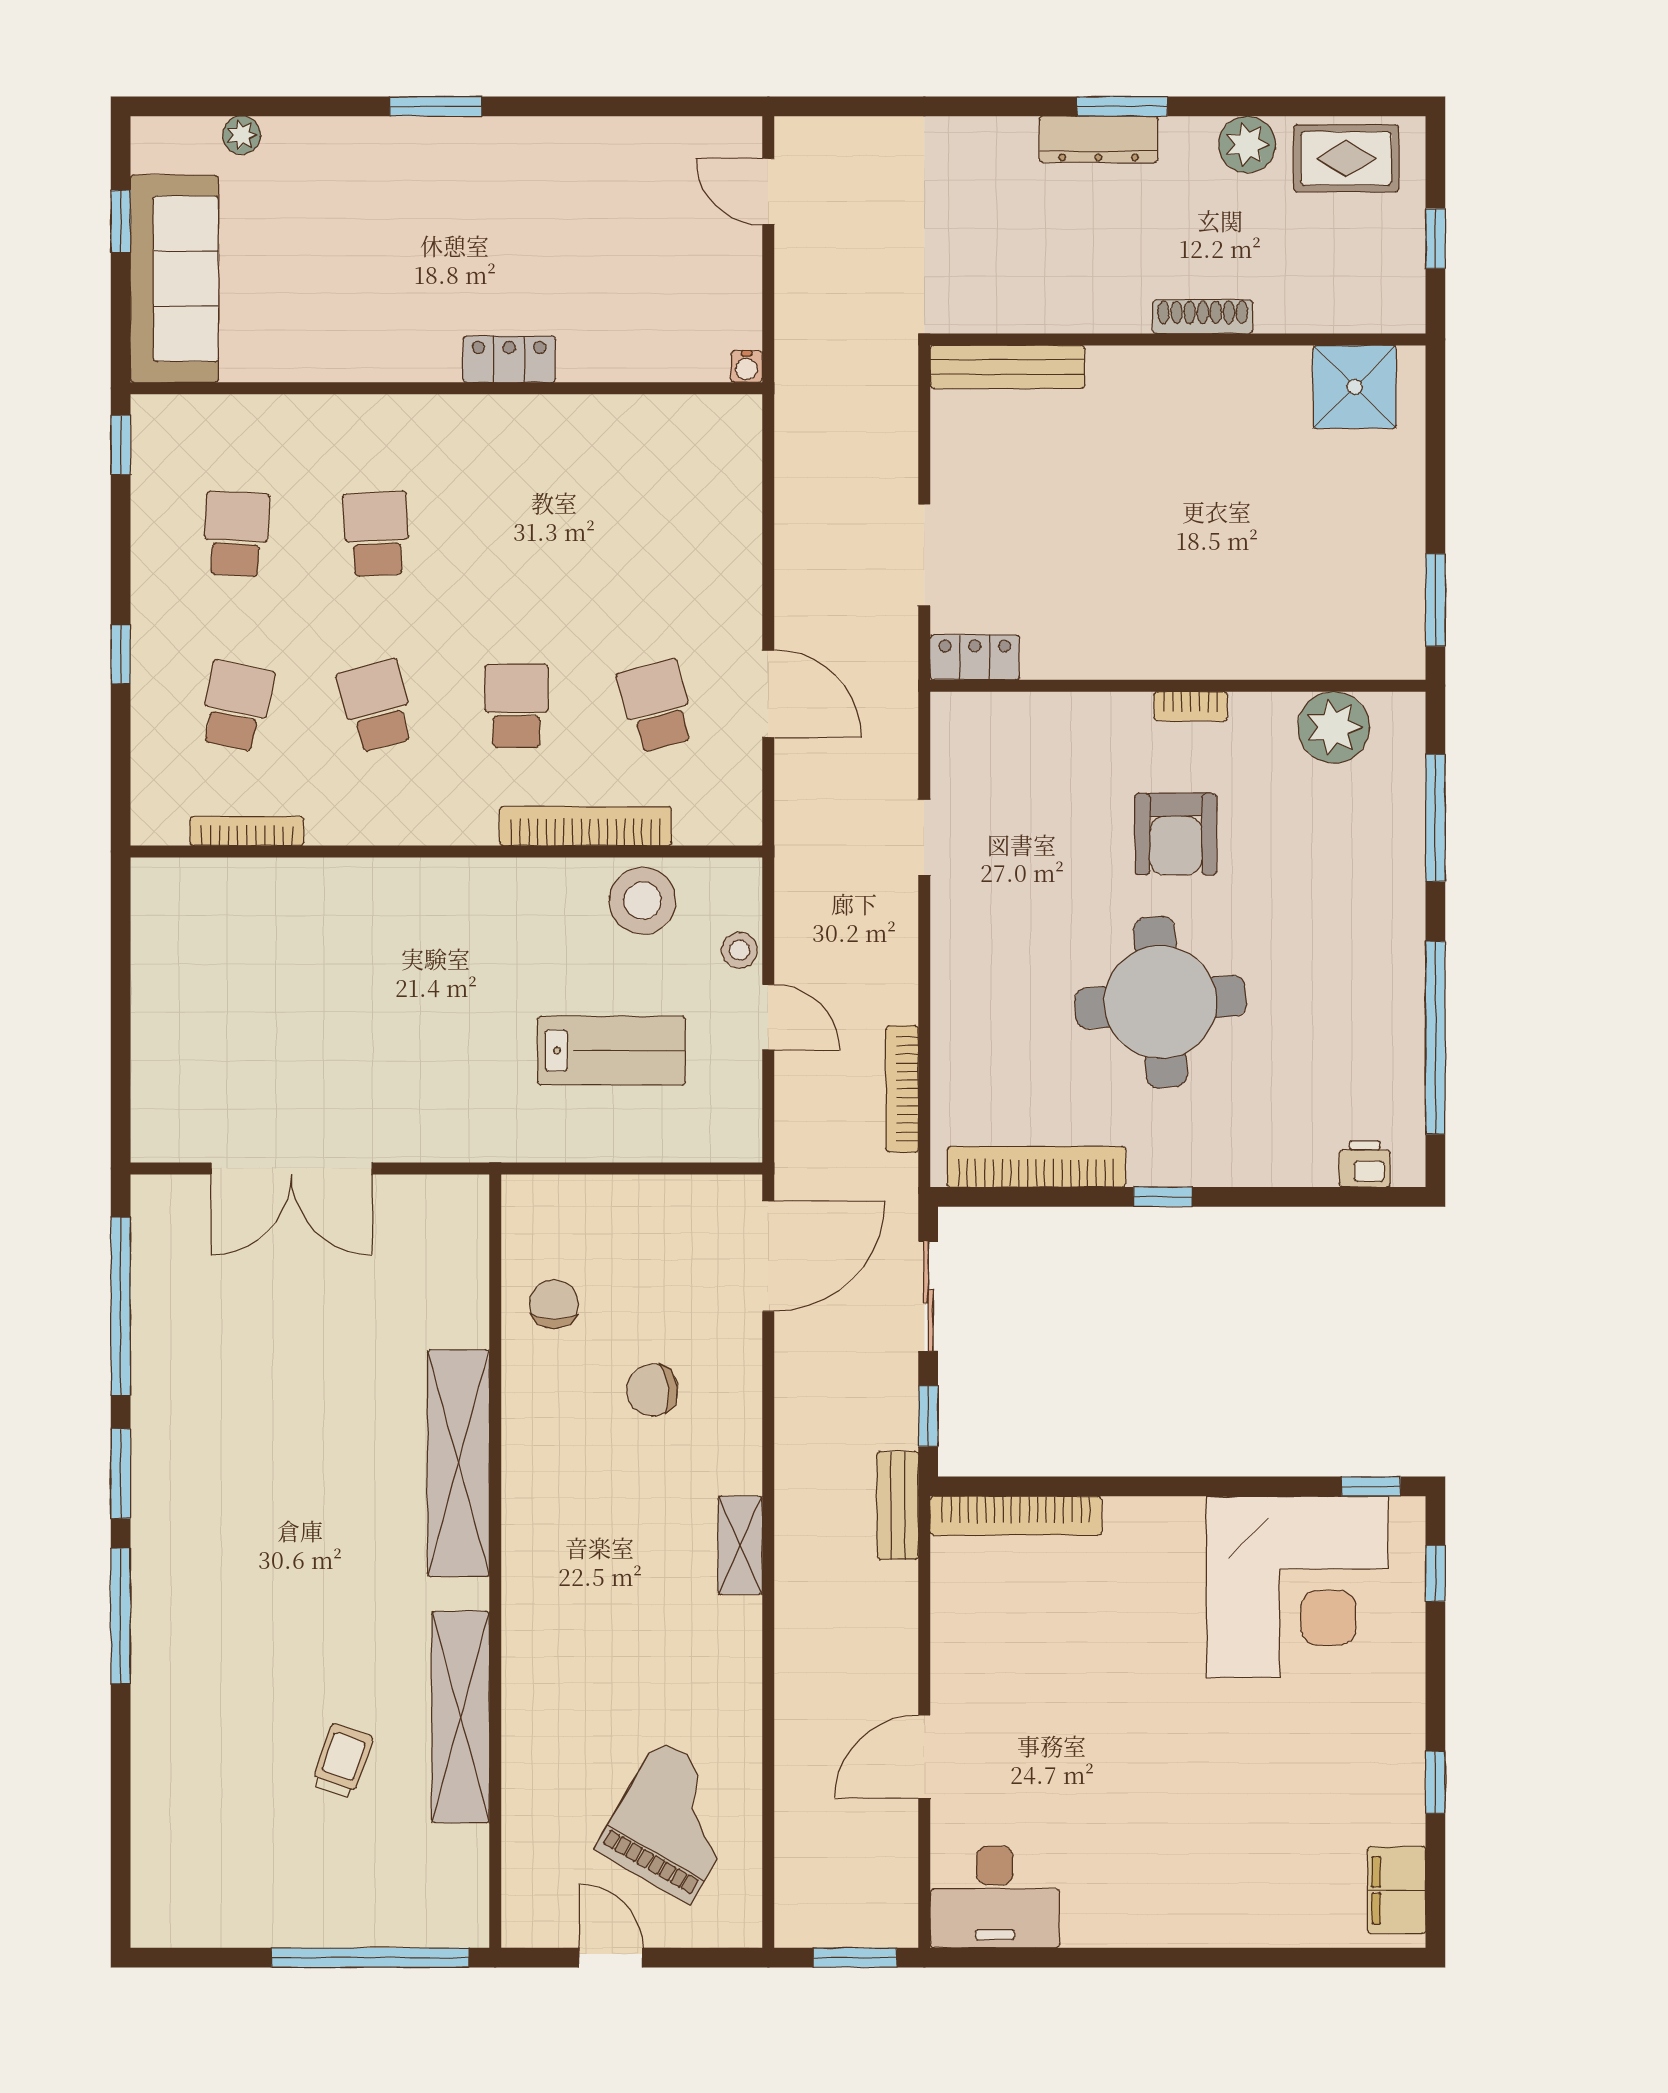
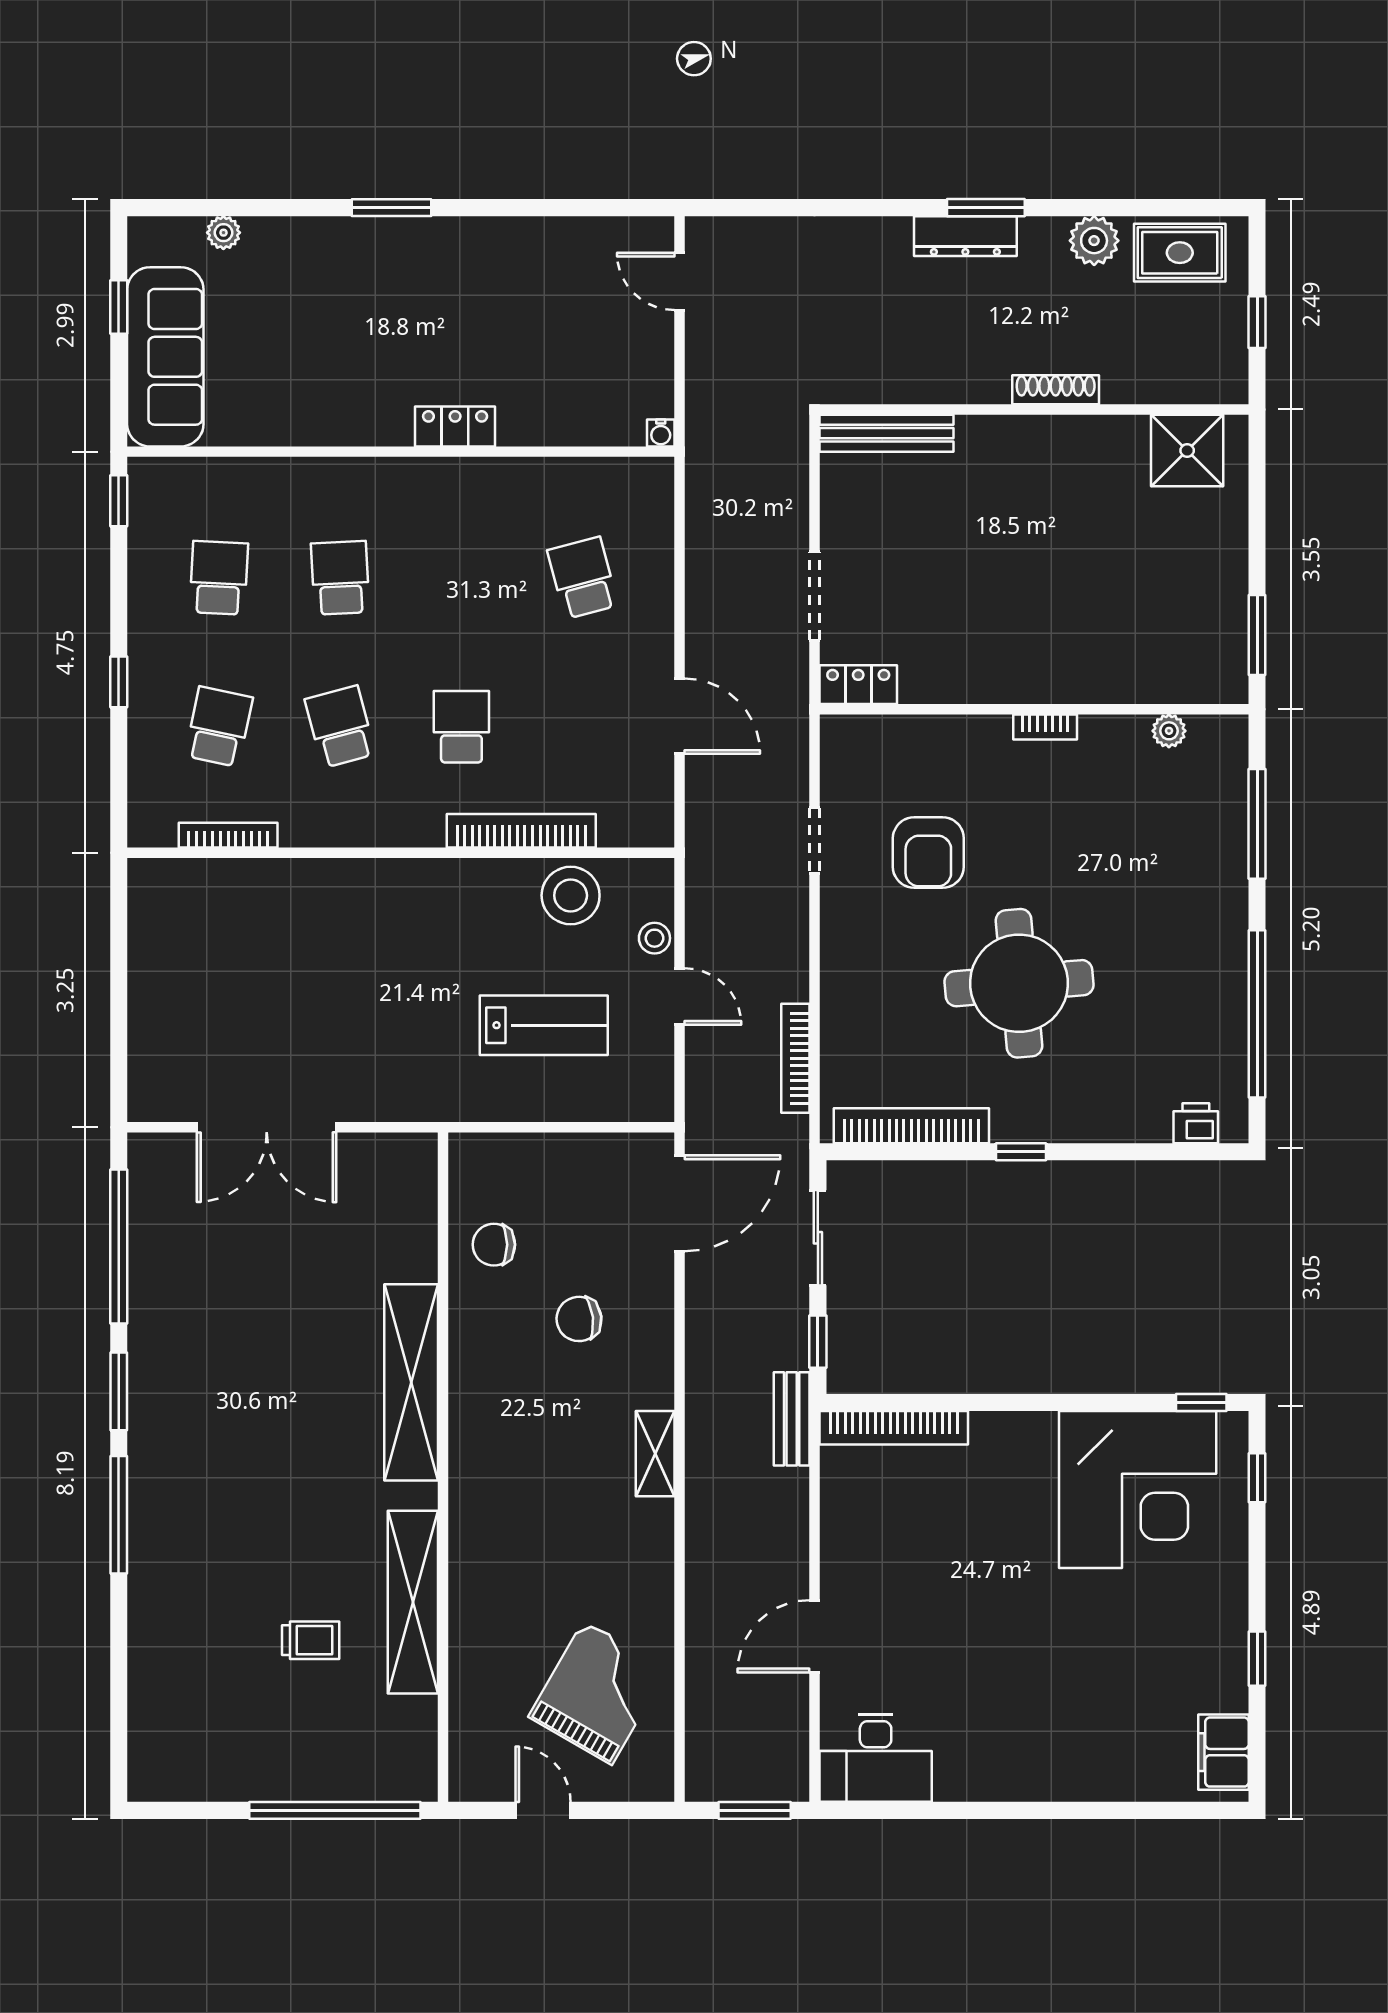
school desk: (657, 706) -> (583, 578), moved
plant: (1334, 727) -> (1169, 731), width x0.53, depth x0.53
armchair: (1176, 834) -> (928, 853), moved
chair: (554, 1304) -> (494, 1245), turned -90
trolley: (342, 1761) -> (311, 1640), turned 71

